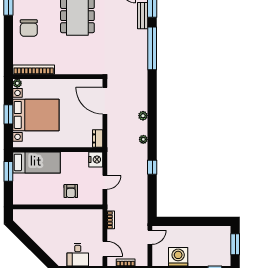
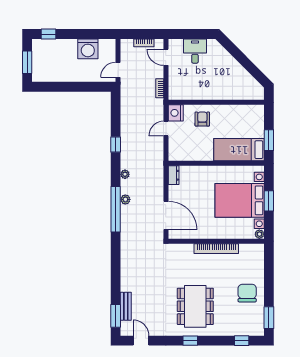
window: (152, 48) -> (116, 209), moved
bookcase: (34, 70) -> (216, 249), moved
nightstand: (96, 159) -> (176, 113), moved

